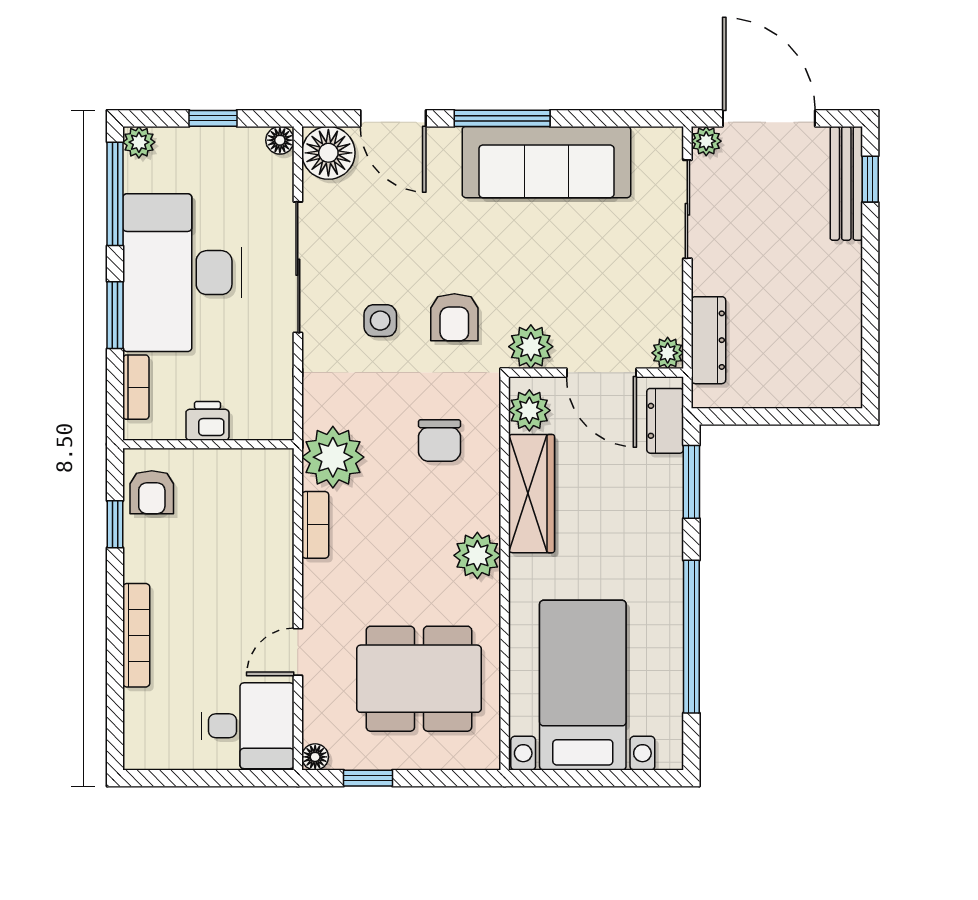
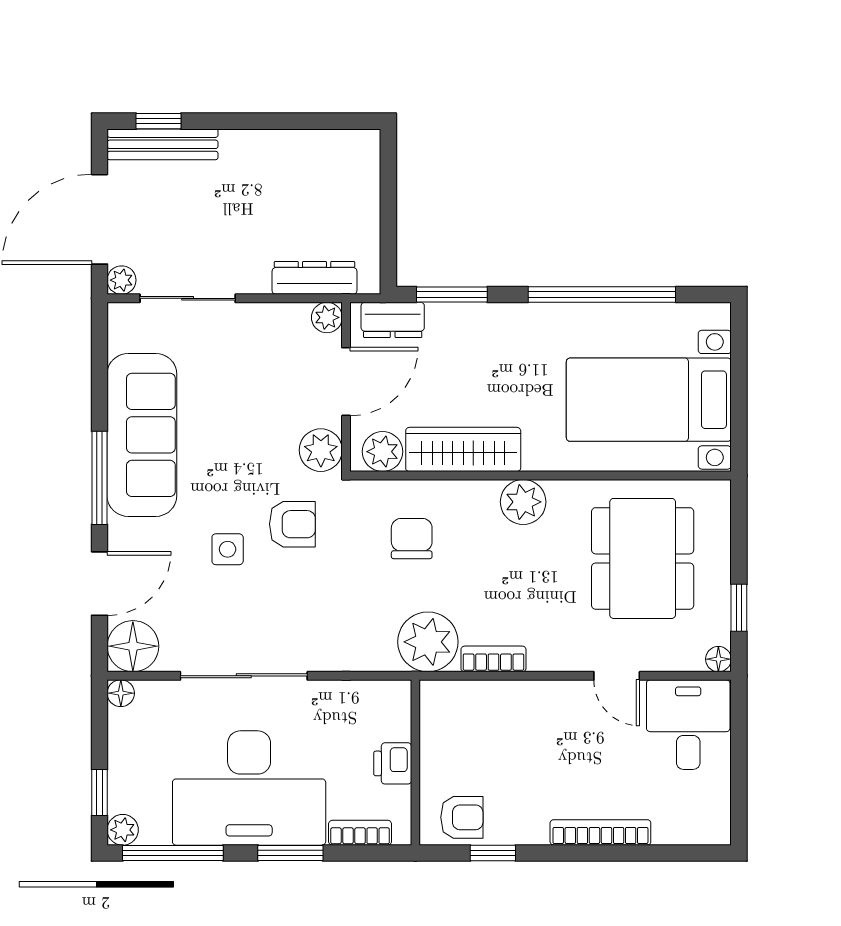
window: (213, 118) -> (100, 792), moved
side table: (380, 321) -> (228, 549), moved
chair: (440, 440) -> (412, 539), turned -90

